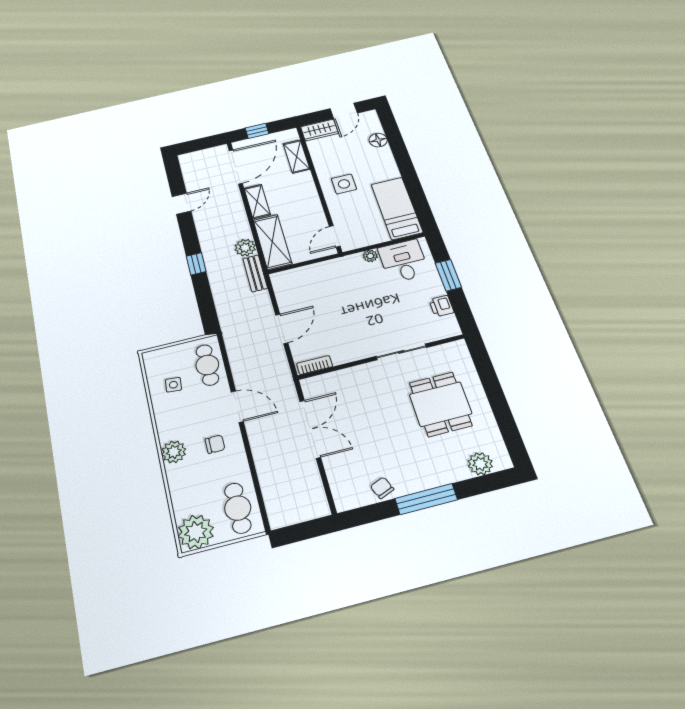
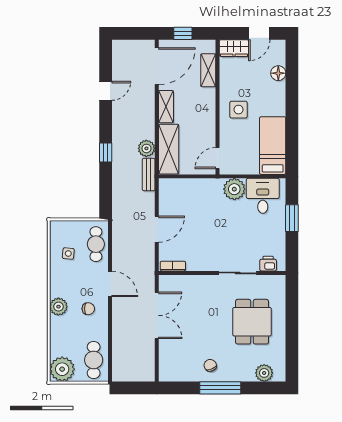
plant: (370, 256) -> (234, 189), width x1.88, depth x1.88
printer: (441, 306) -> (268, 264), moved, turned 90
chair: (382, 488) -> (210, 365), moved

